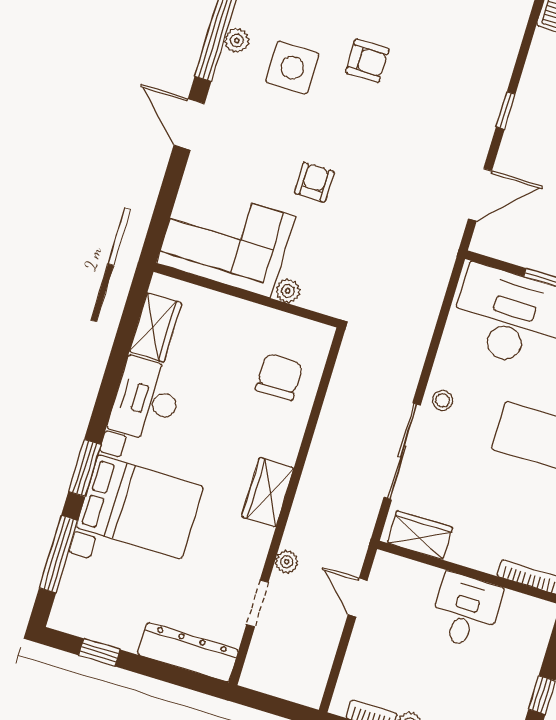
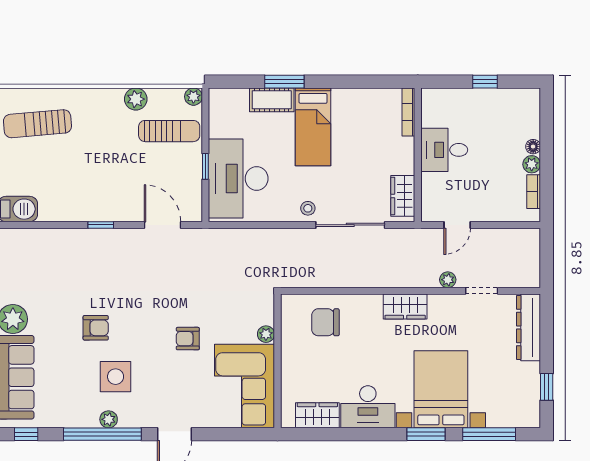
armchair: (367, 61) -> (96, 328), turned 90

